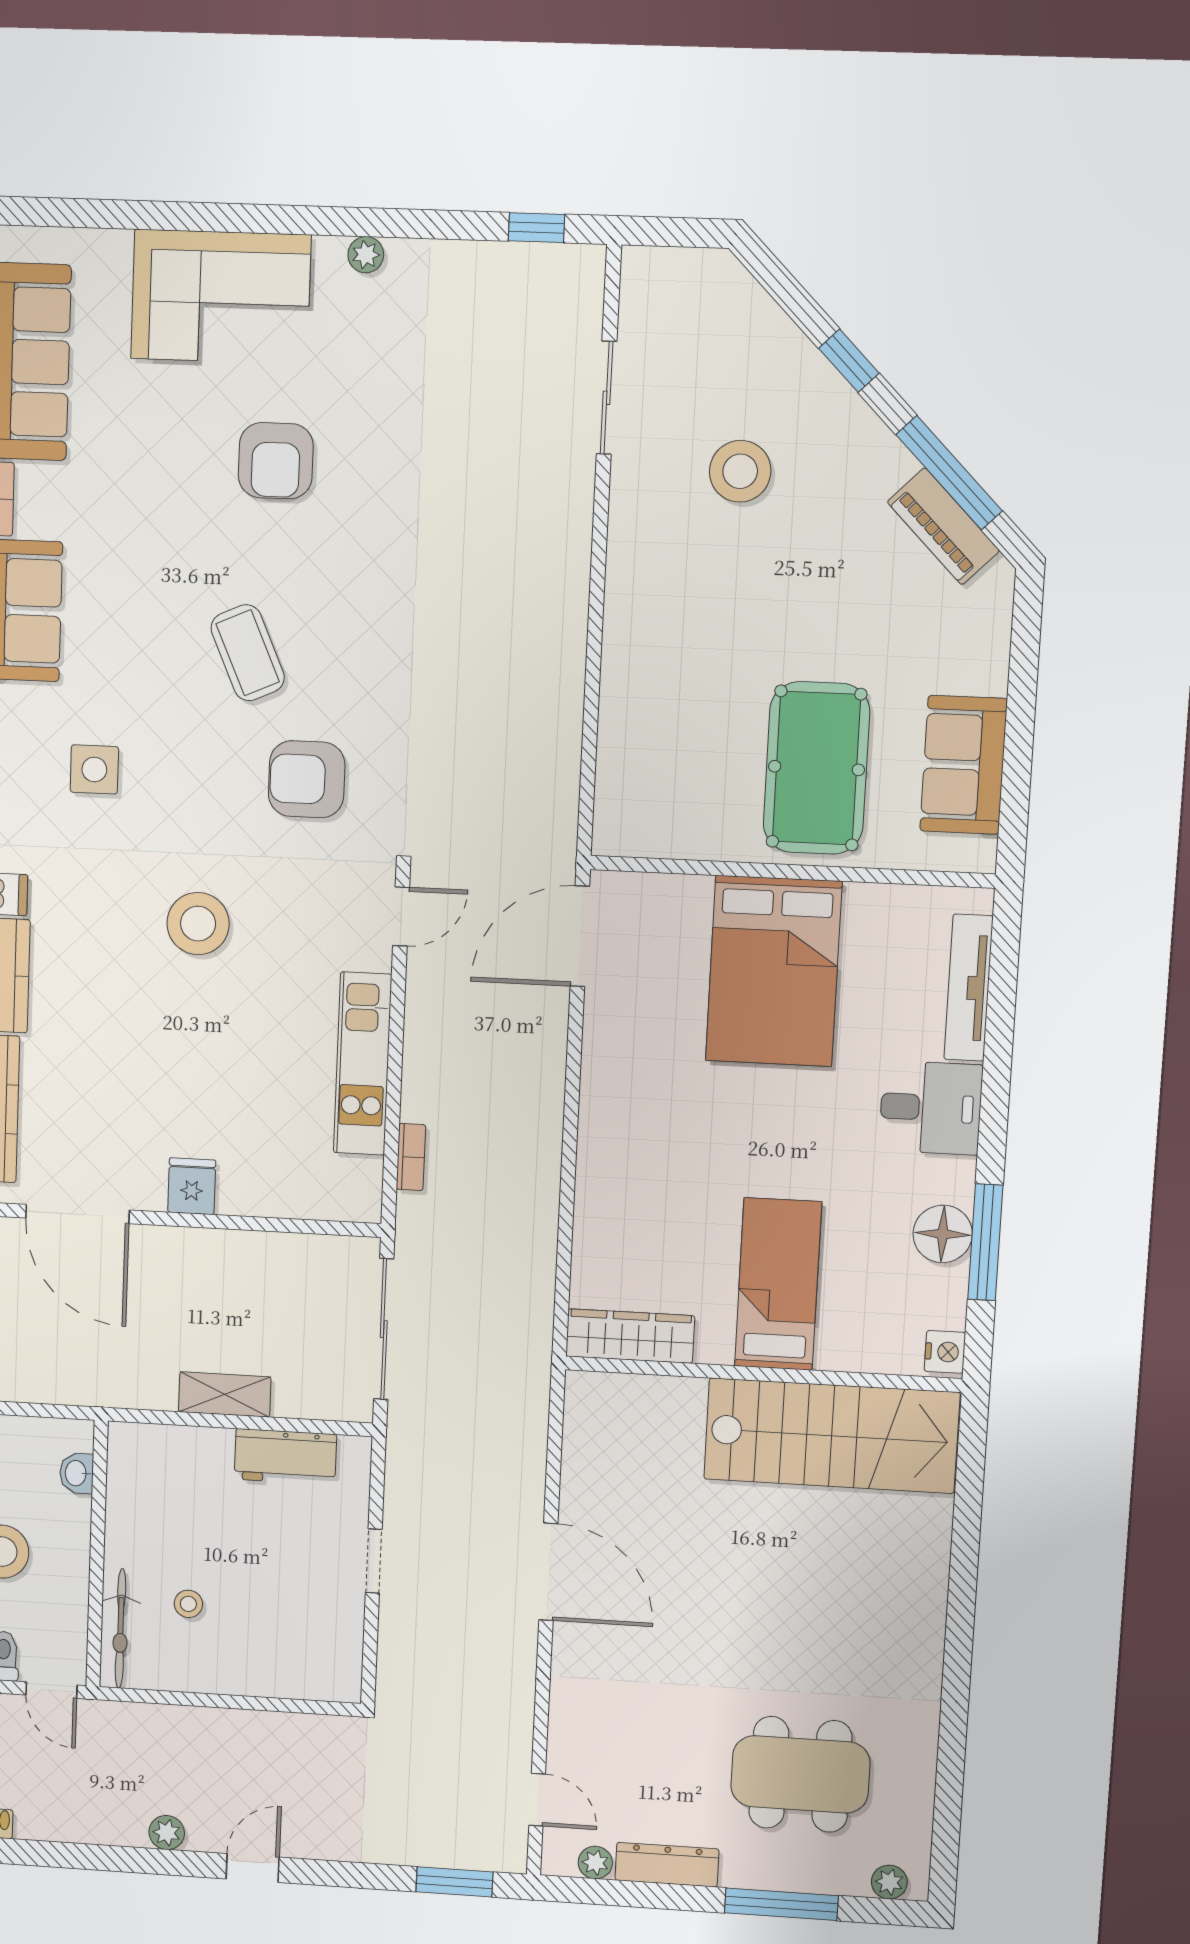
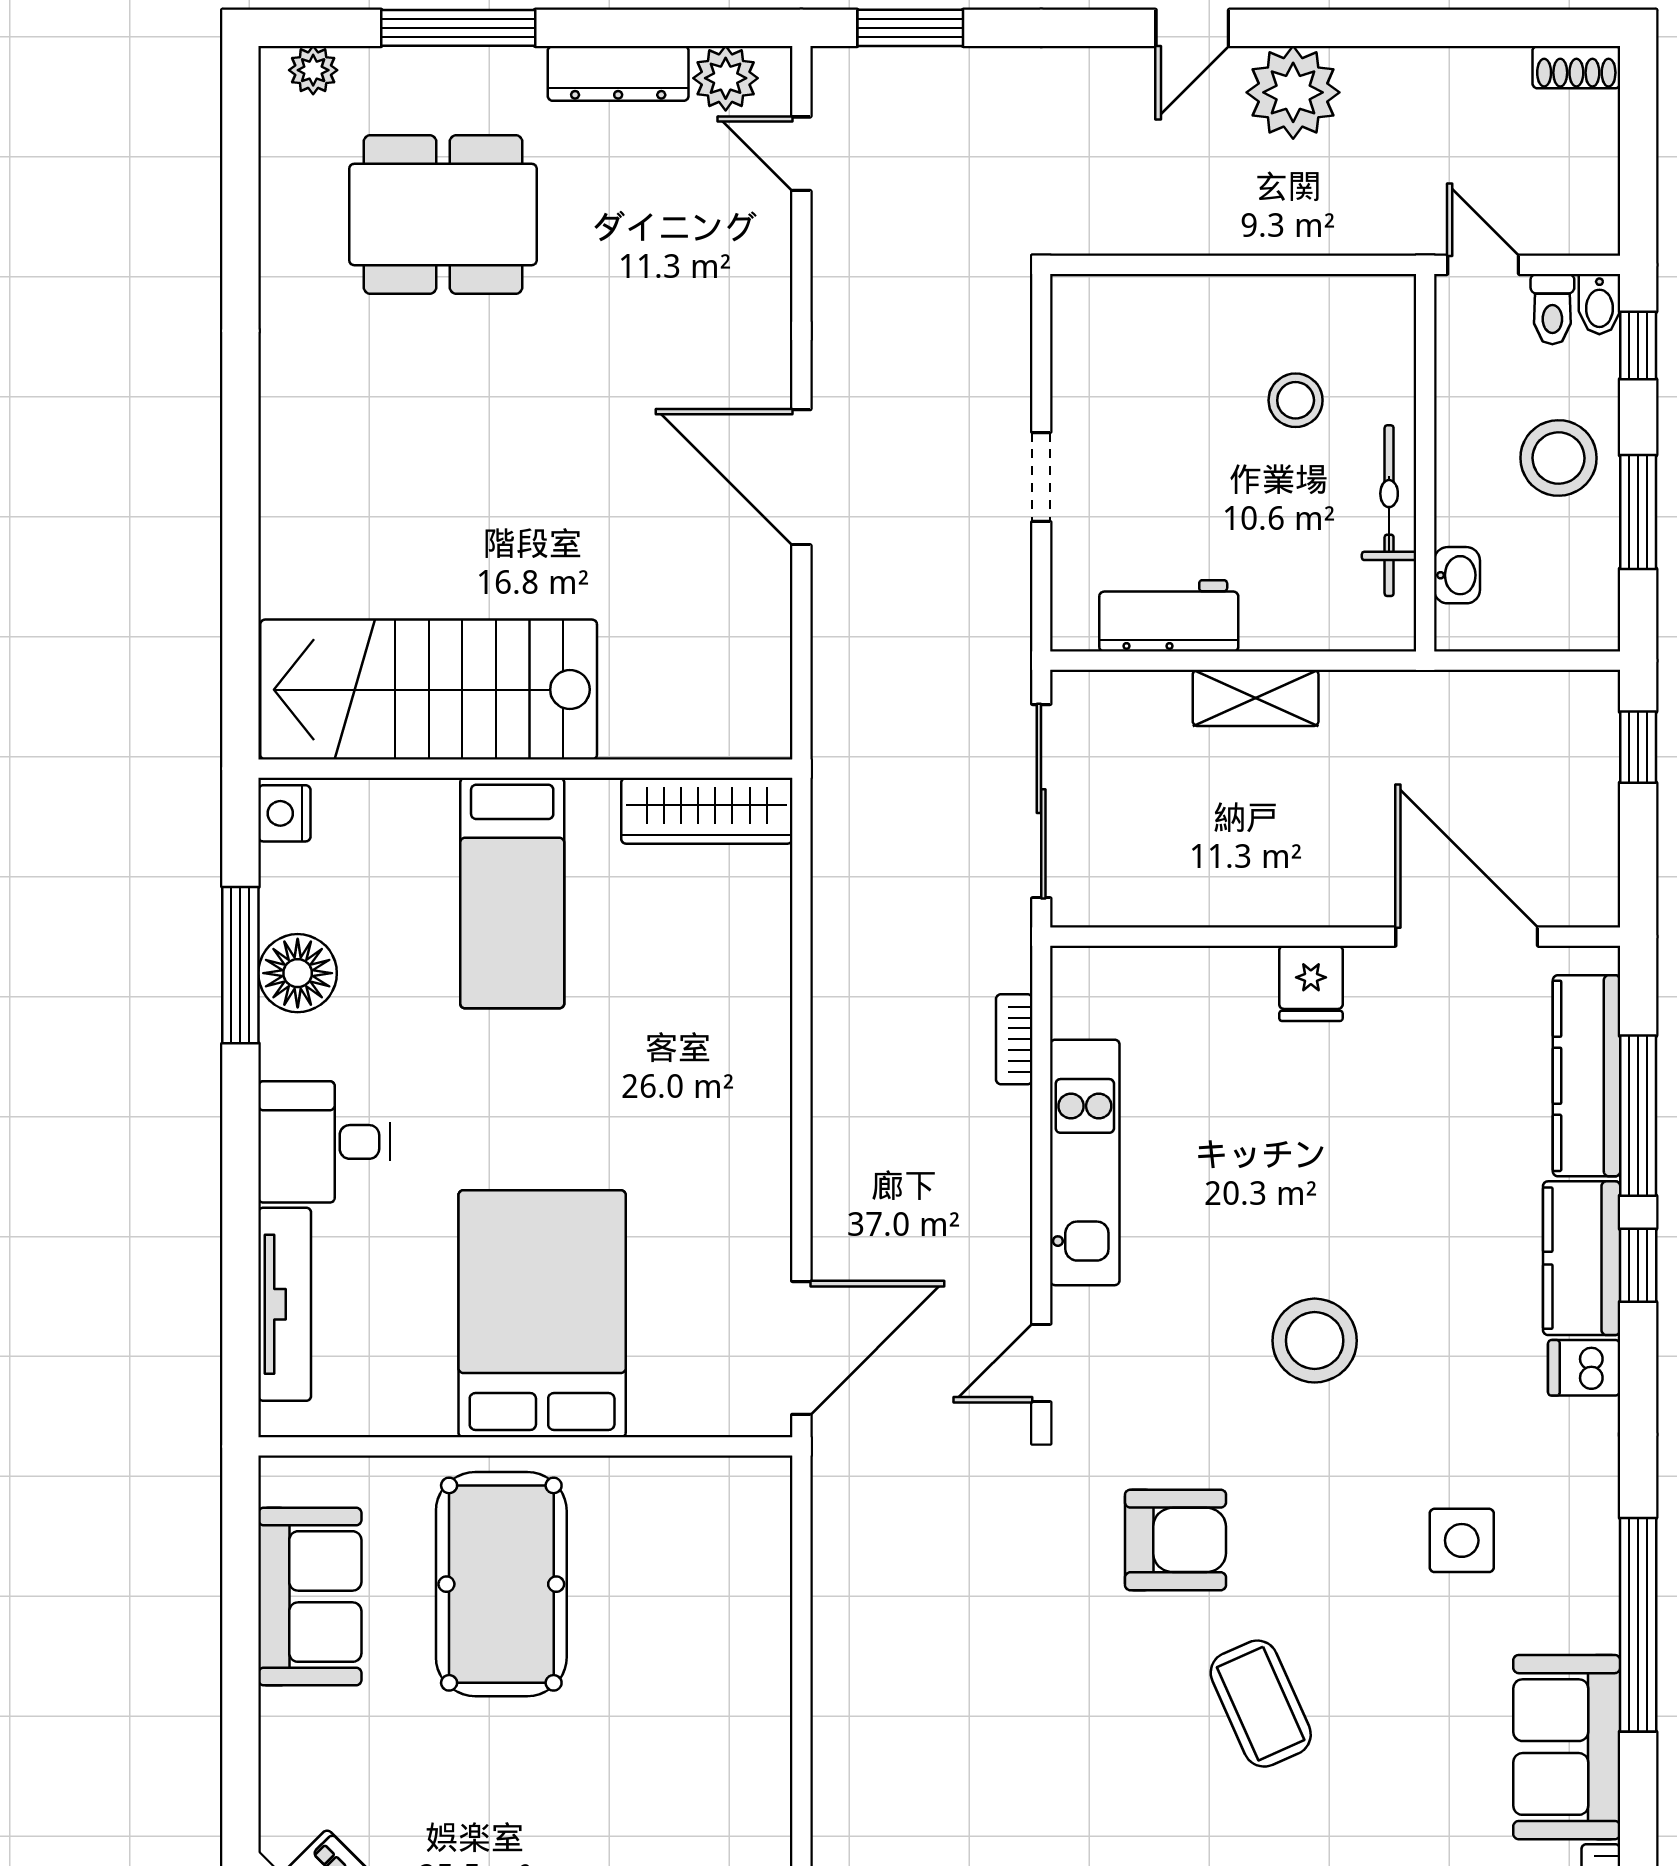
stool: (188, 1604) -> (1296, 400), width x1.37, depth x1.37
bicycle: (120, 1628) -> (1389, 511), moved
plant: (167, 1833) -> (1293, 92), width x1.88, depth x1.88
plant: (595, 1863) -> (726, 78), width x1.38, depth x1.38

